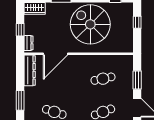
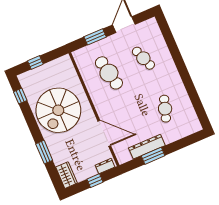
dresser: (30, 70) -> (147, 147), moved
cafe table: (103, 79) -> (109, 73), width x1.37, depth x1.35
window: (20, 100) -> (153, 156), moved

